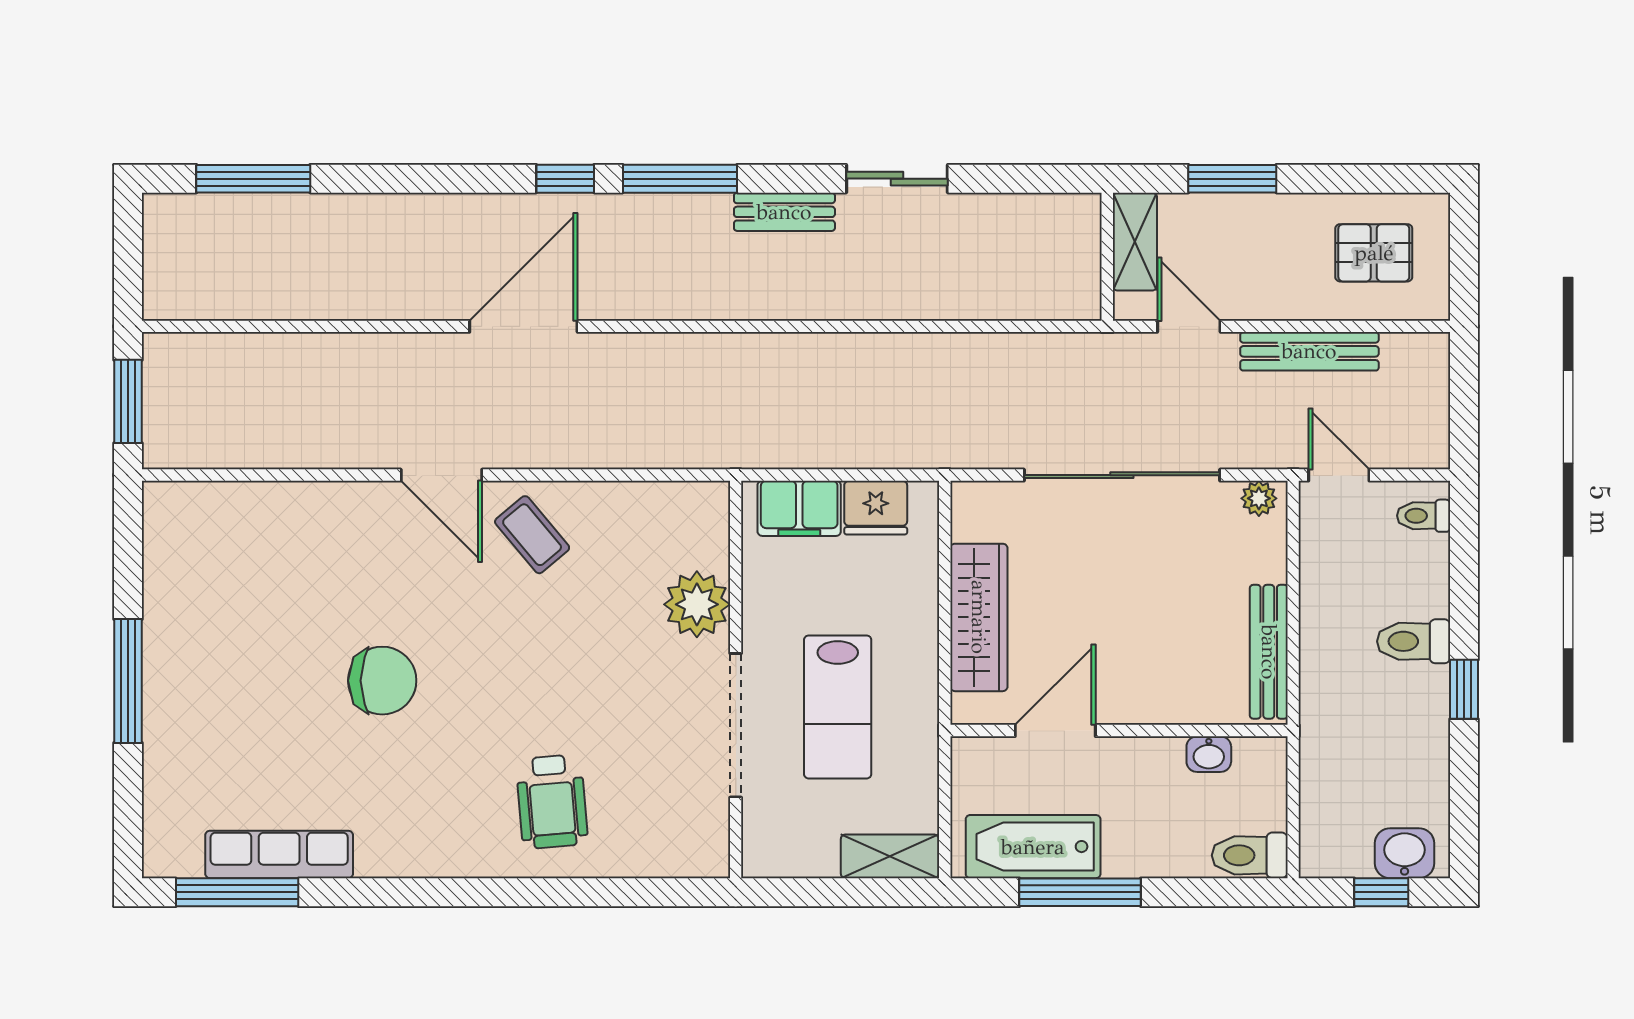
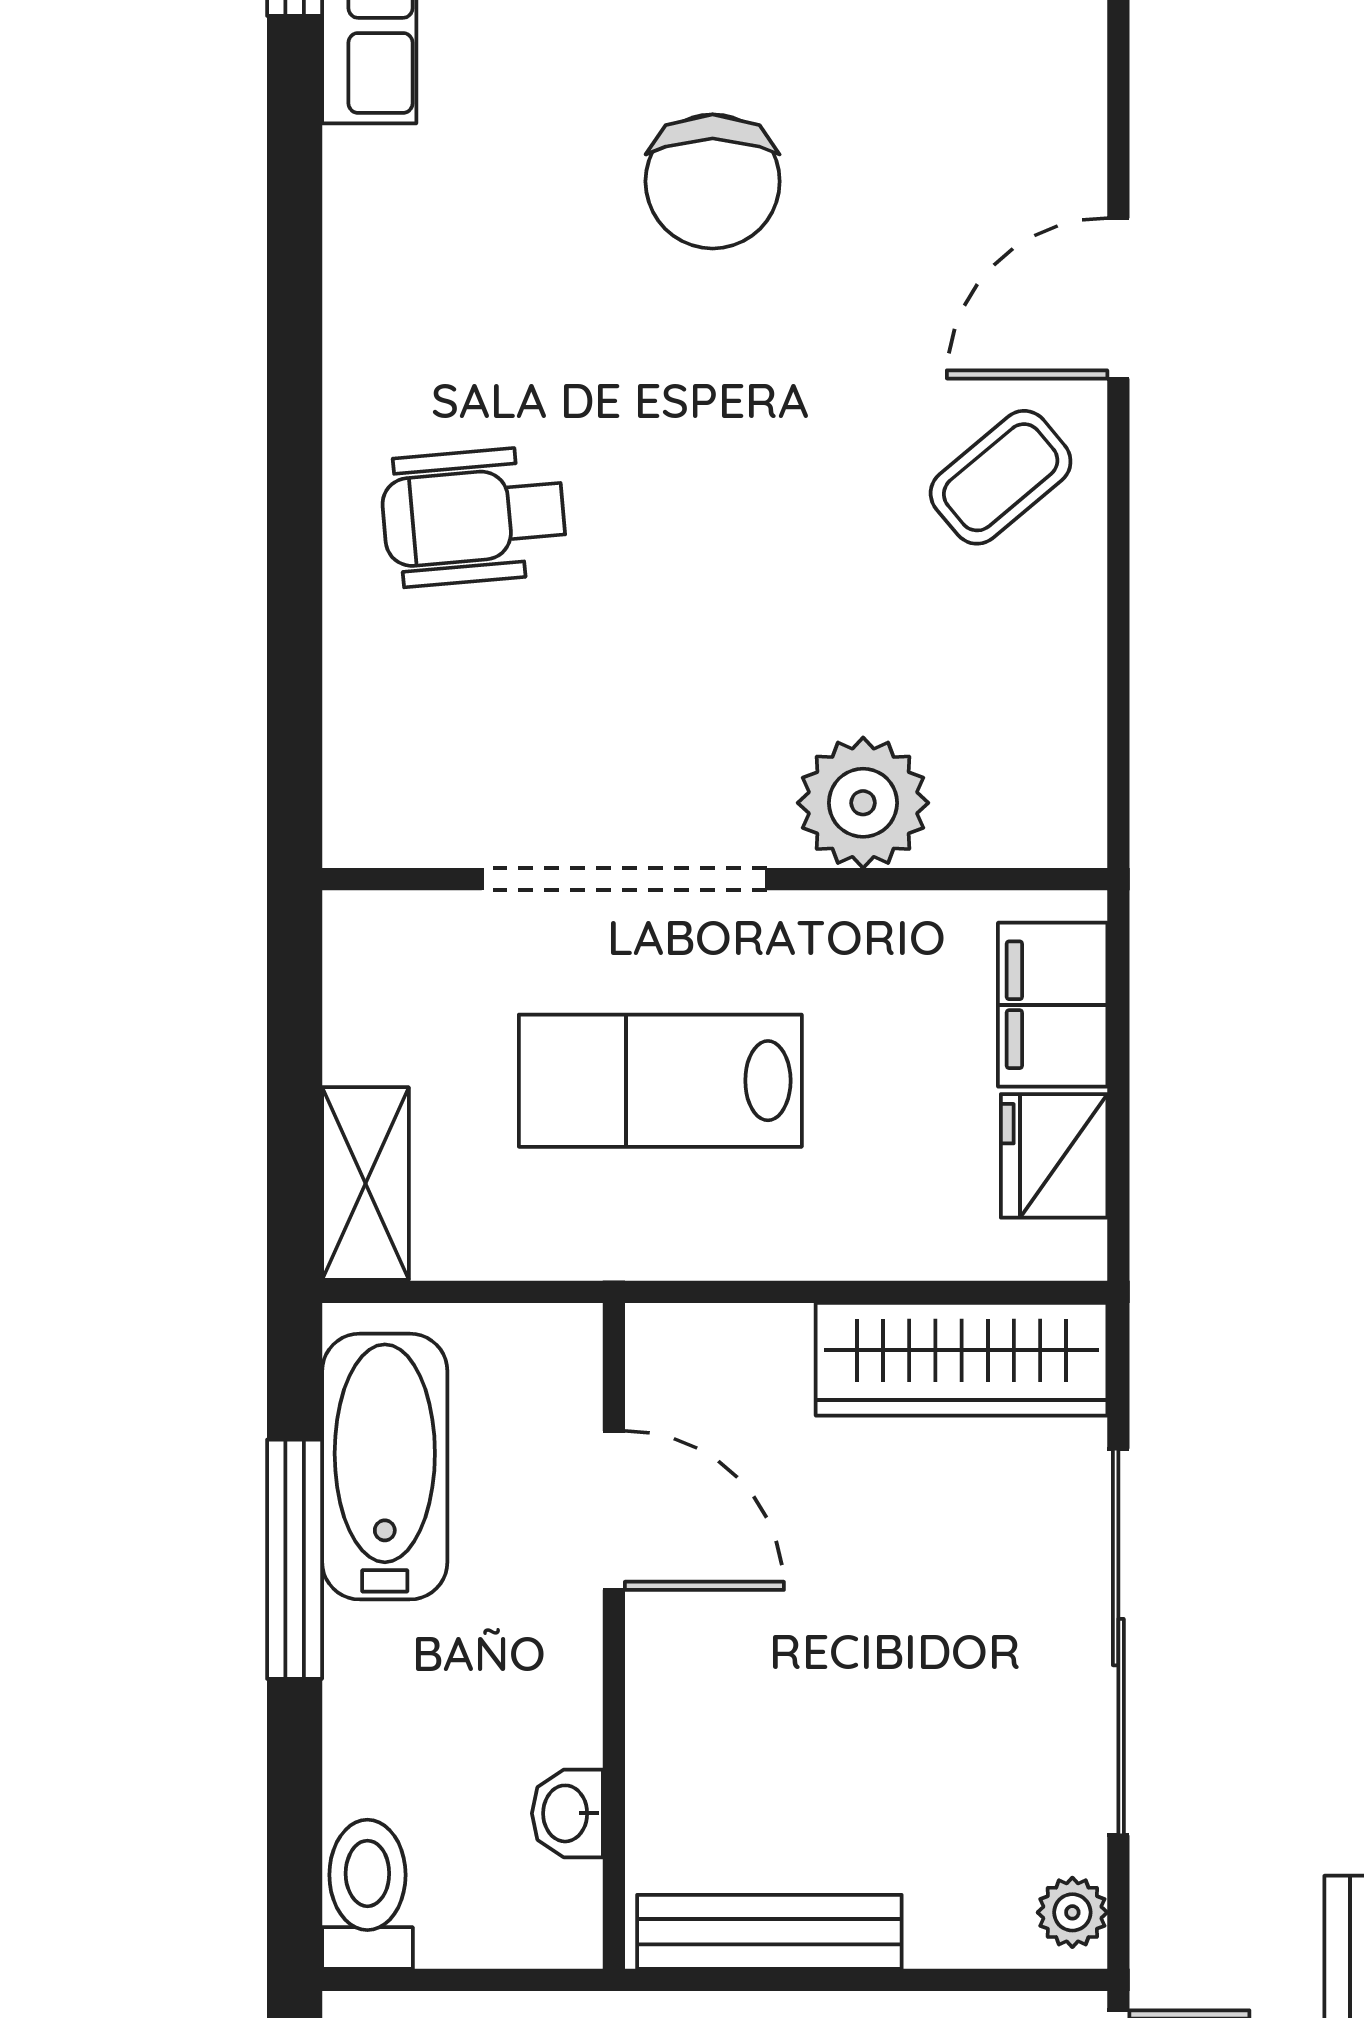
wardrobe: (979, 617) -> (962, 1359), moved

